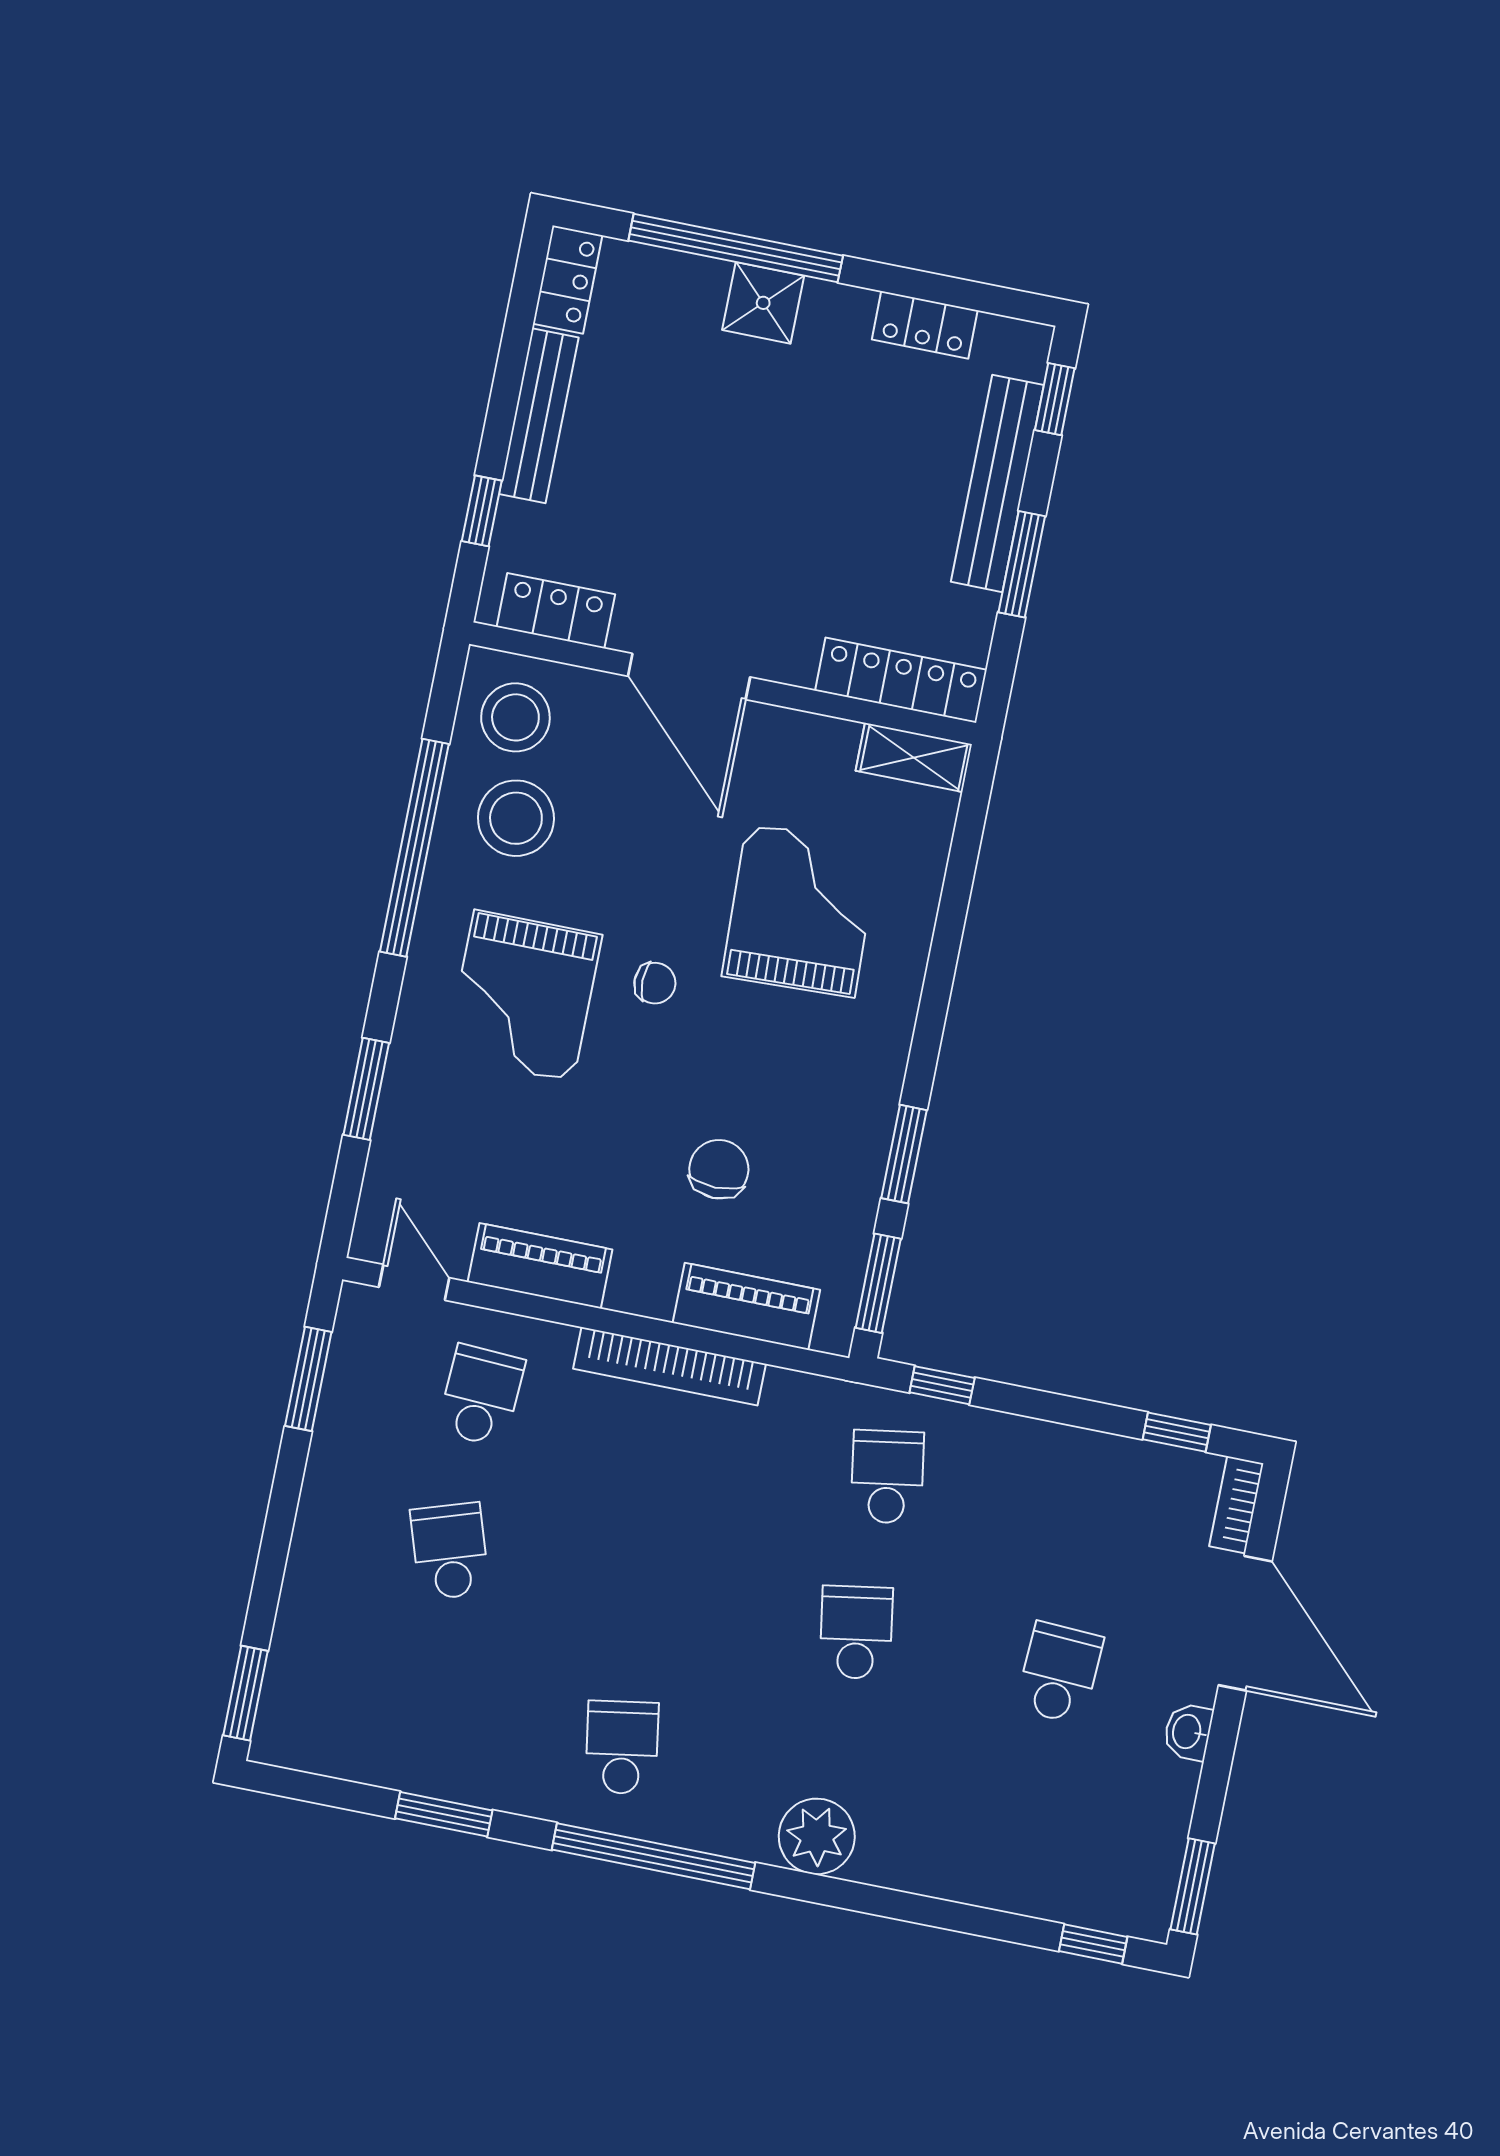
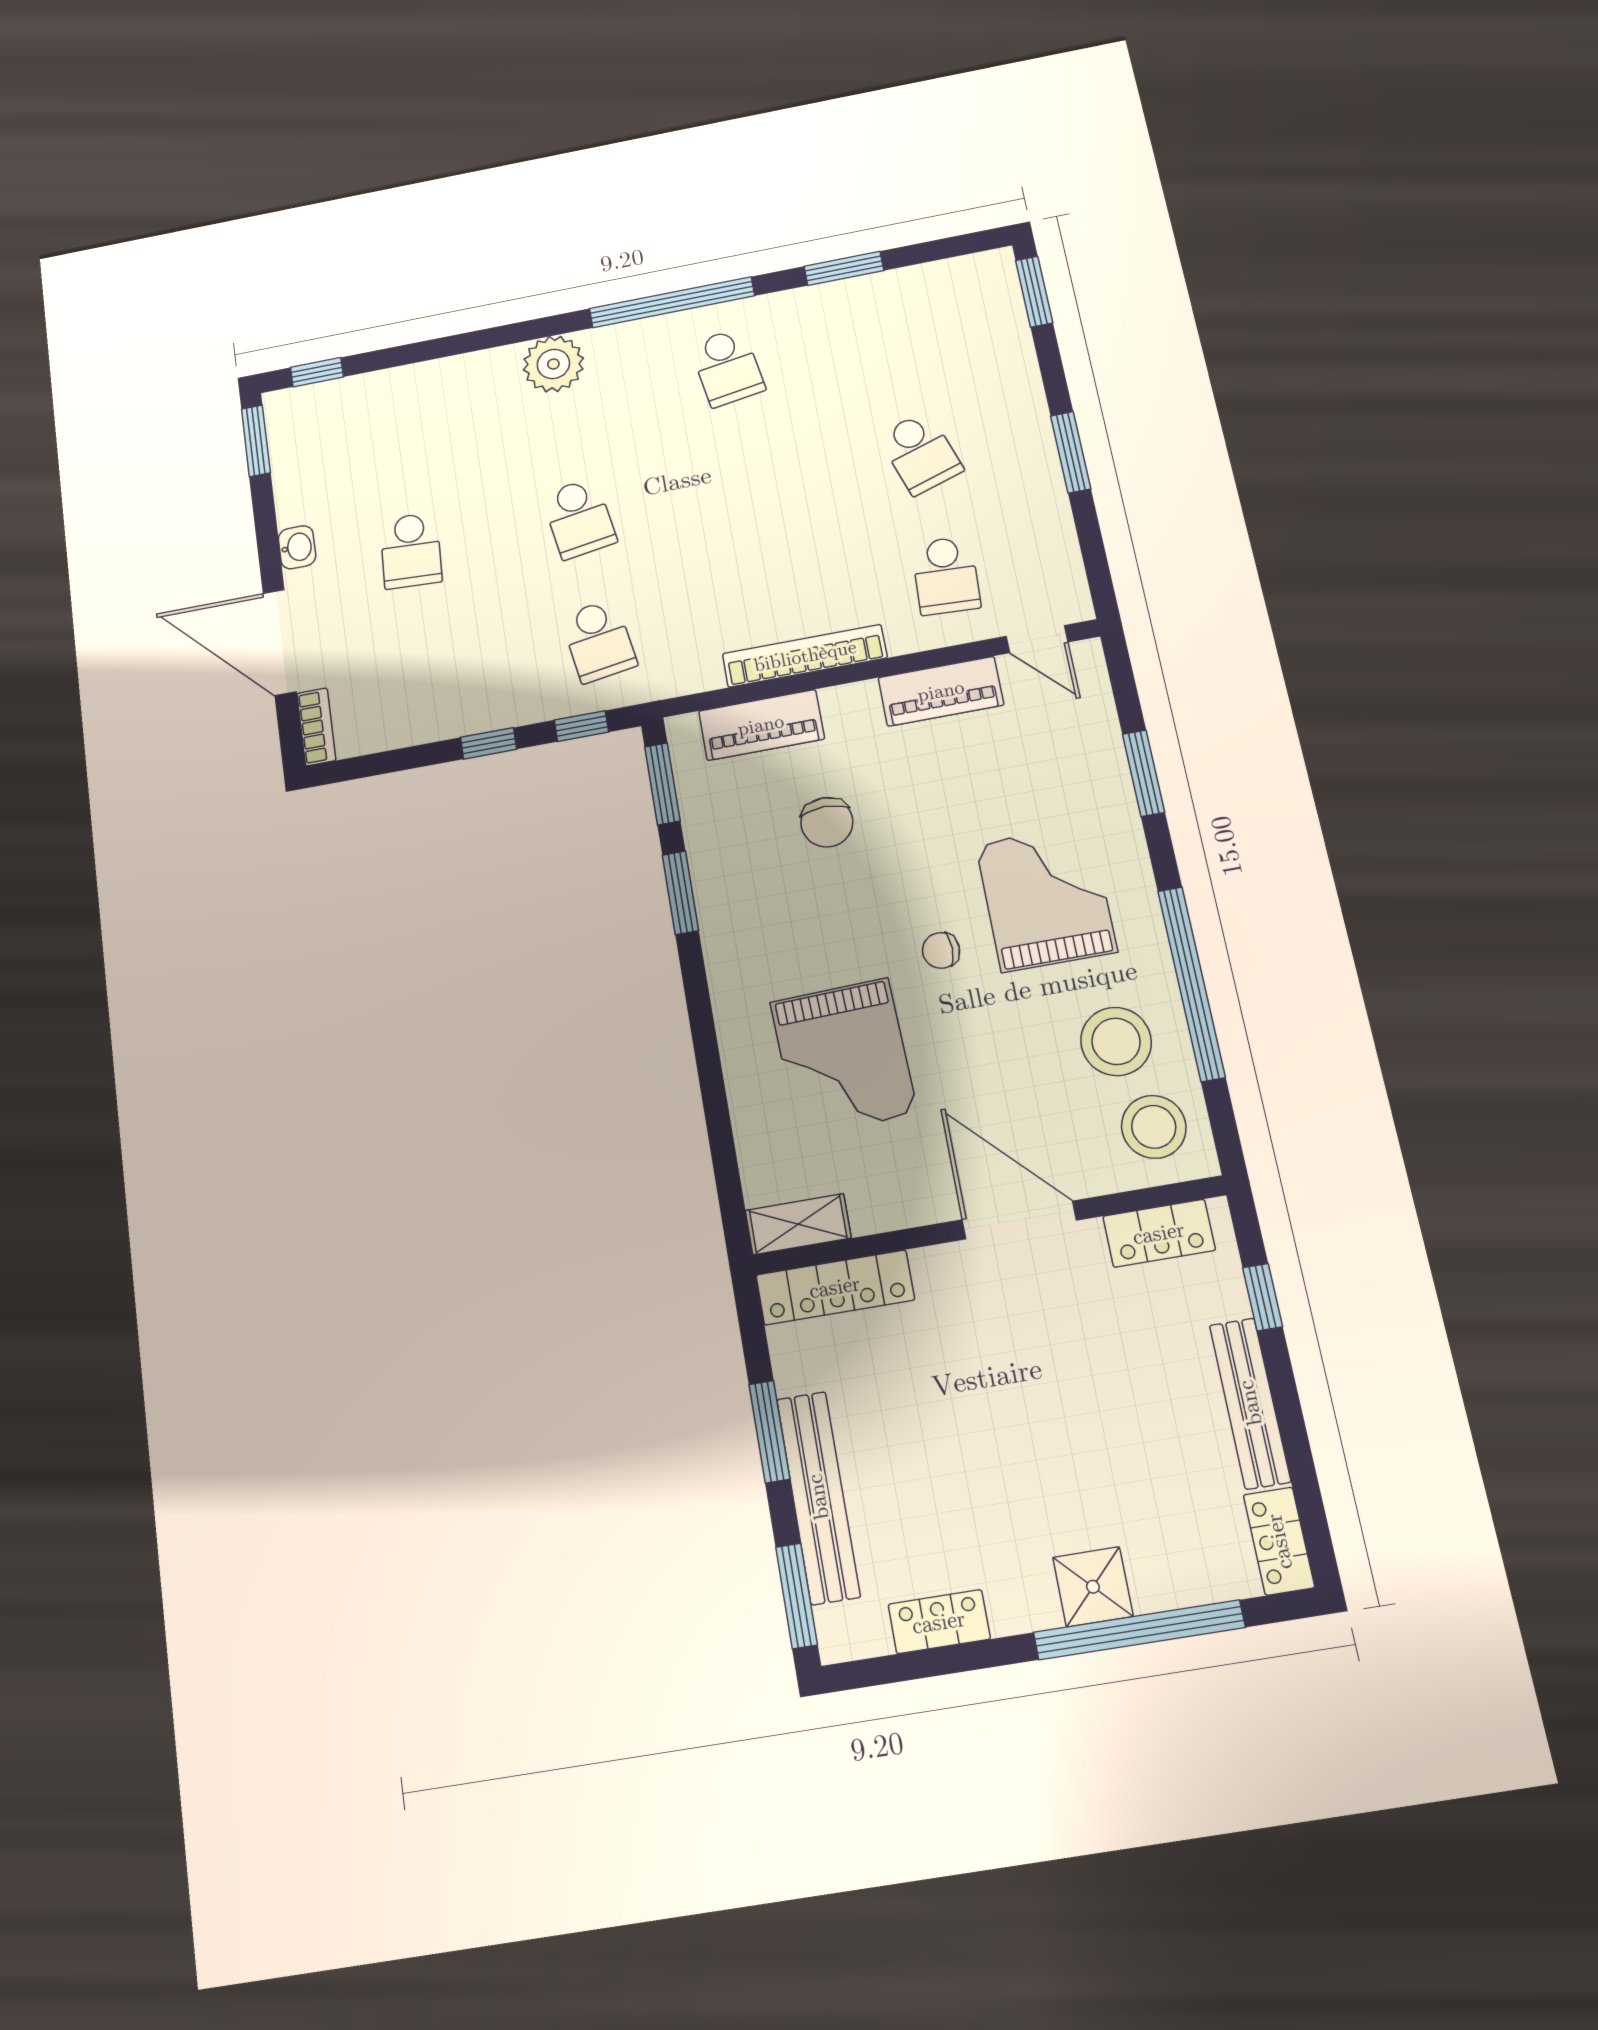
window: (1055, 399) -> (796, 1596), width x1.50
window: (308, 1379) -> (1071, 452), moved
window: (1177, 1432) -> (489, 743), moved

